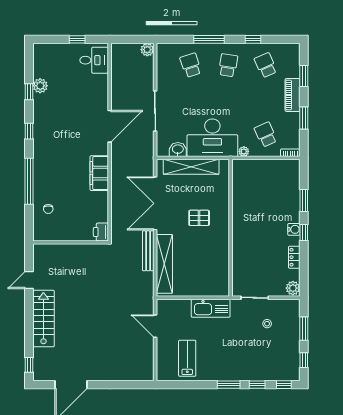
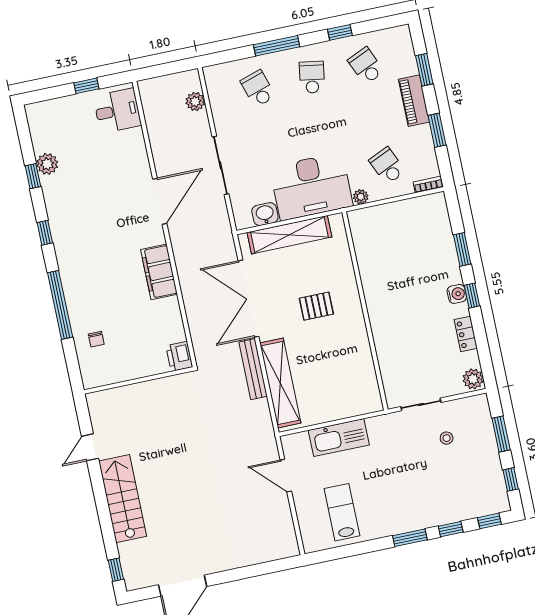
plant: (147, 50) -> (195, 102), moved
kitchen sink: (211, 308) -> (339, 438), moved

